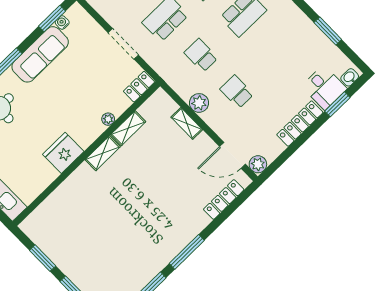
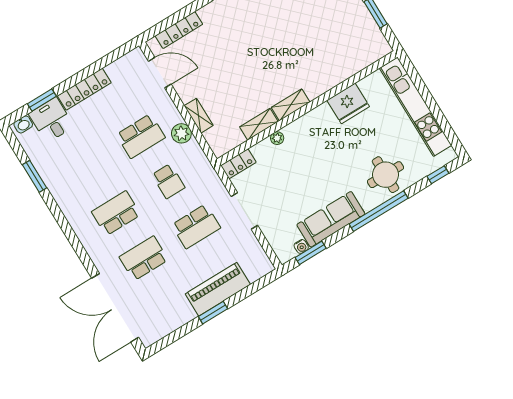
school desk: (237, 92) -> (141, 136), width x1.85
fridge: (63, 153) -> (348, 103), moved
plant: (258, 164) -> (136, 58), removed

